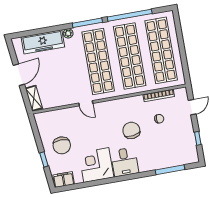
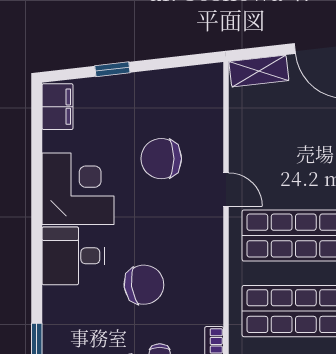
door: (86, 103) -> (226, 190), swing flipped
chair: (62, 145) -> (161, 159), moved

